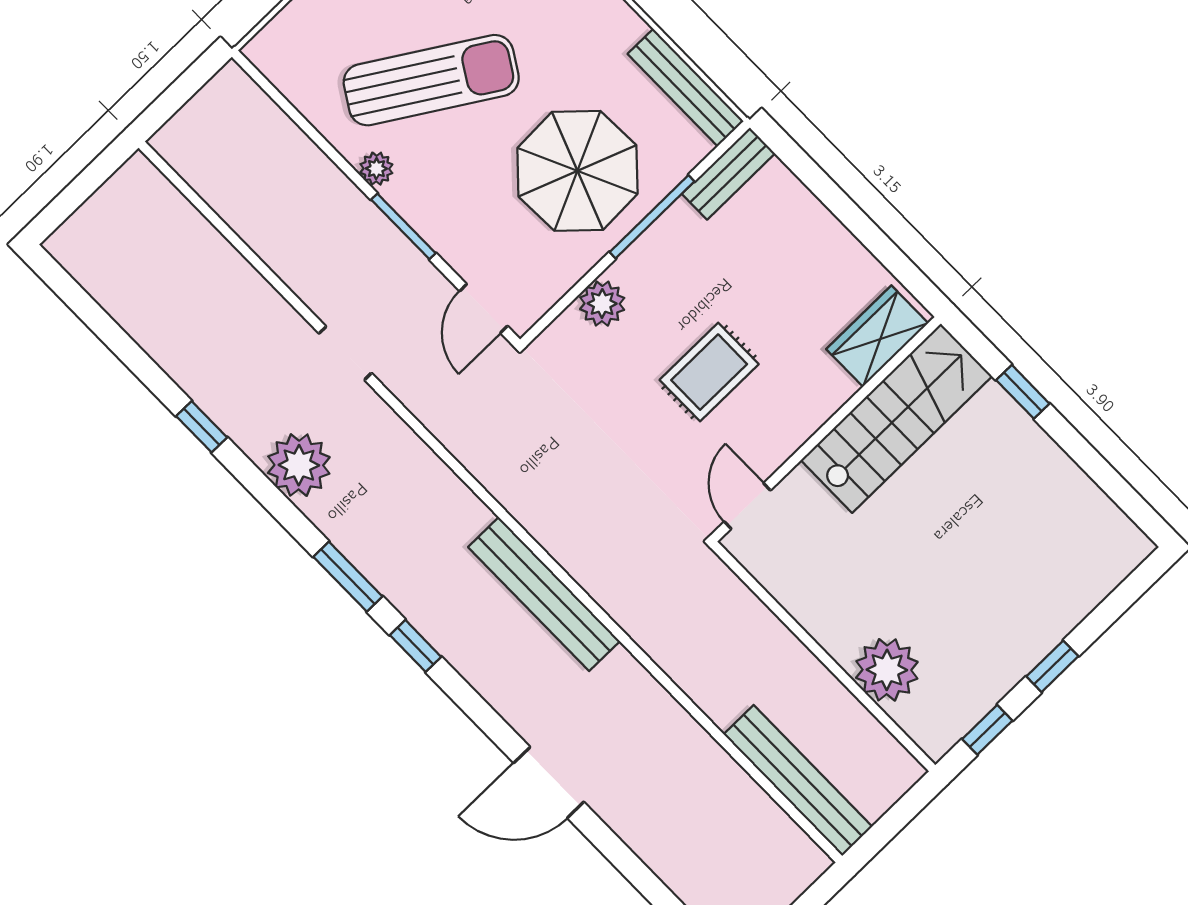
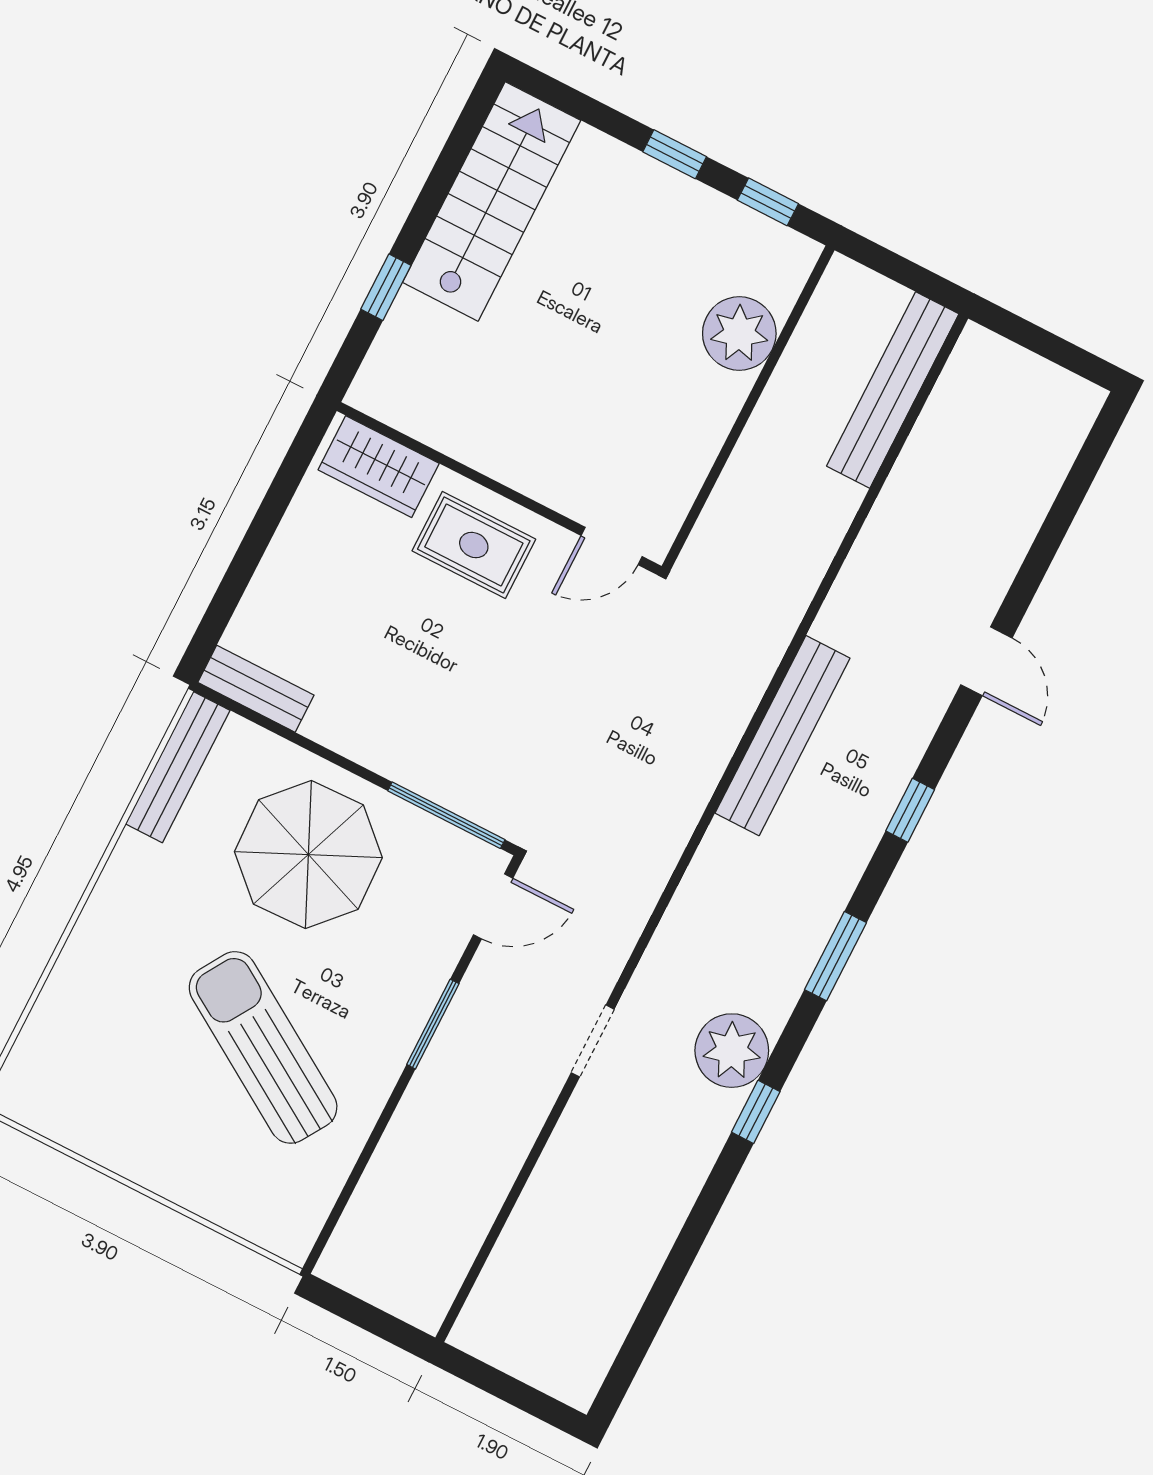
plant: (376, 169) -> (380, 1075), removed
window: (652, 217) -> (446, 815), moved
plant: (602, 304) -> (444, 779), removed
rug: (709, 372) -> (474, 545), moved
stairs: (896, 418) -> (492, 201), moved, turned 90
window: (202, 427) -> (756, 1112), moved
window: (416, 646) -> (910, 810), moved
door: (549, 782) -> (986, 661), width x0.73

